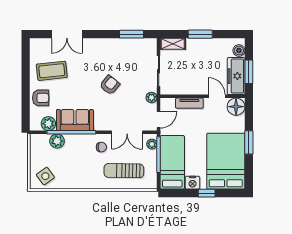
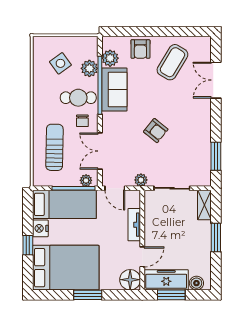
coffee table: (52, 71) -> (172, 62), turned 37
cafe table: (82, 151) -> (78, 98), added
side table: (45, 176) -> (60, 63), moved

